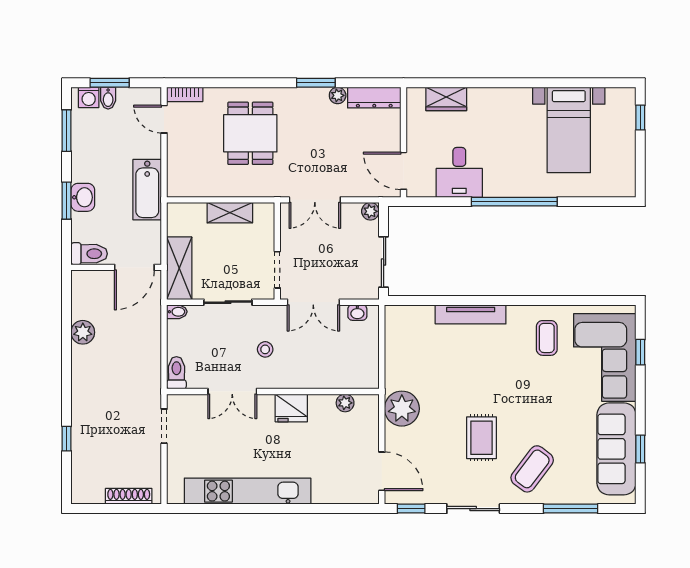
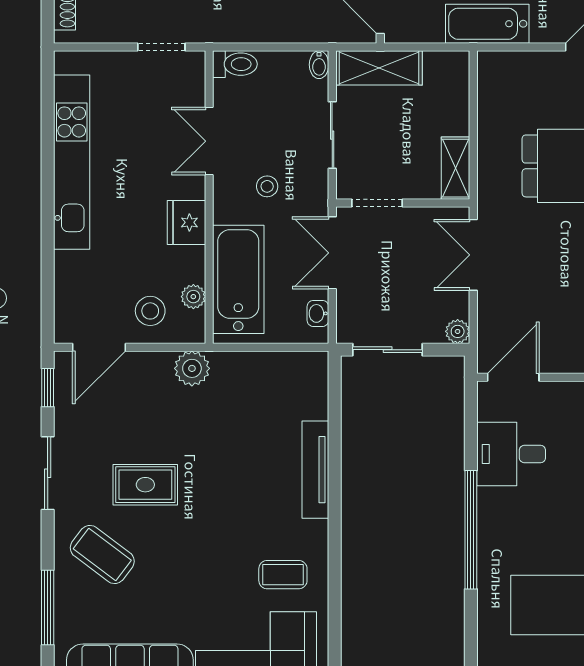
shelving: (230, 213) -> (456, 168), moved
bathtub: (333, 370) -> (238, 279), added
plant: (402, 409) -> (192, 368), width x0.73, depth x0.73
stool: (355, 434) -> (150, 311), added

